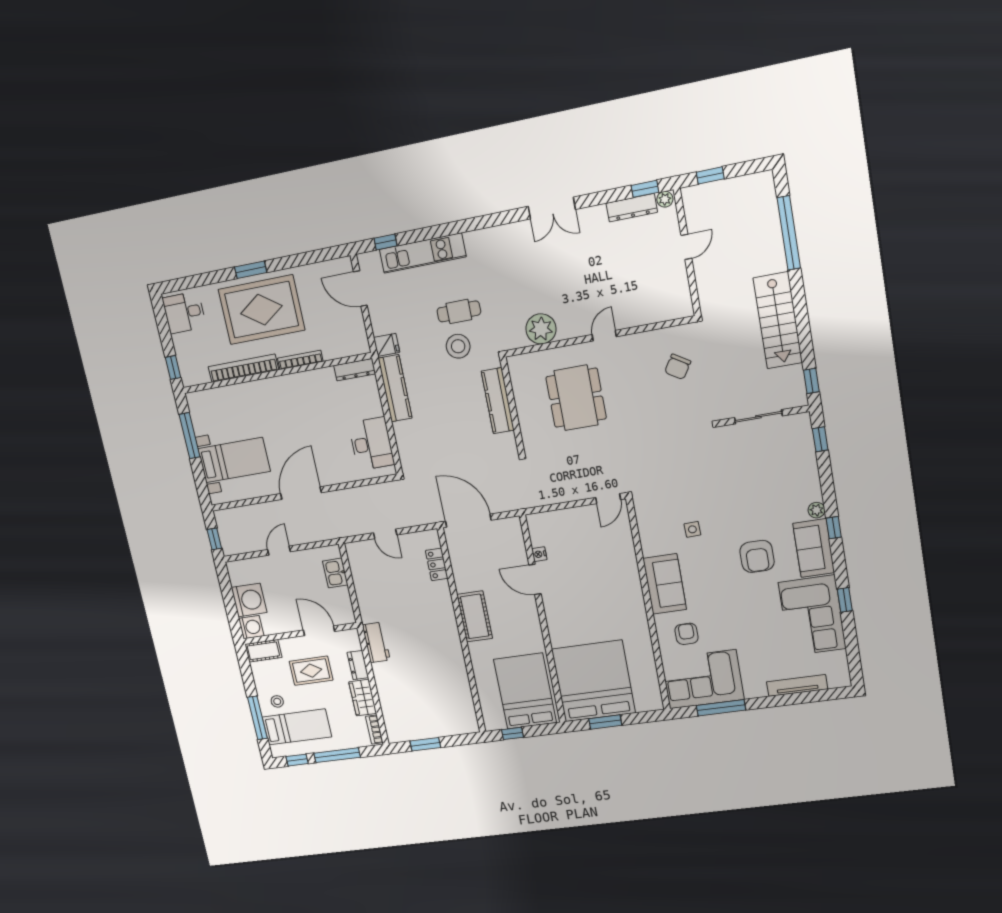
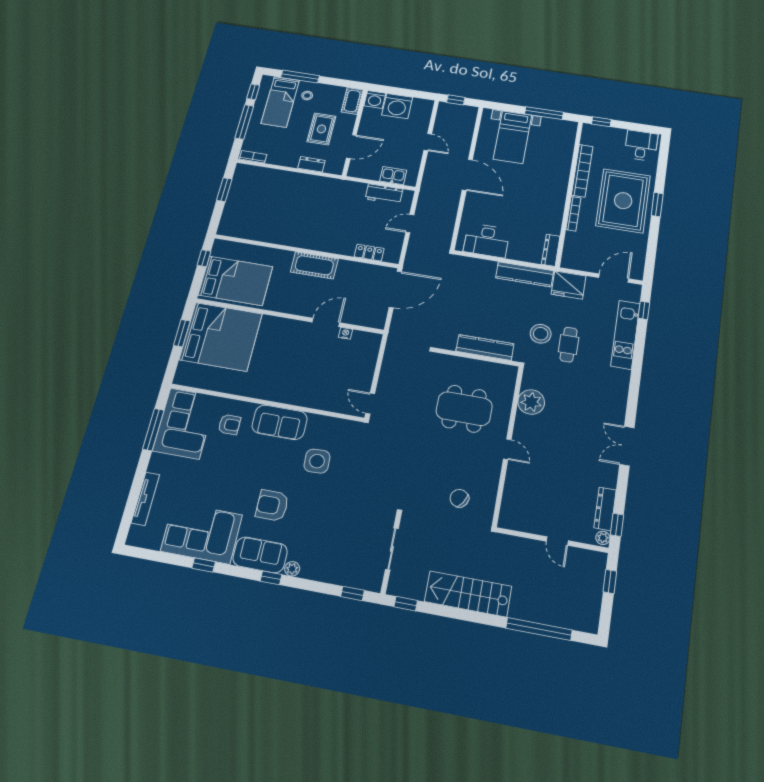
fridge: (387, 345) -> (569, 285), width x1.88, depth x1.34
side table: (692, 529) -> (317, 461), width x1.87, depth x1.87
workbench: (376, 642) -> (384, 194), moved
wardrobe: (363, 698) -> (283, 158), removed

